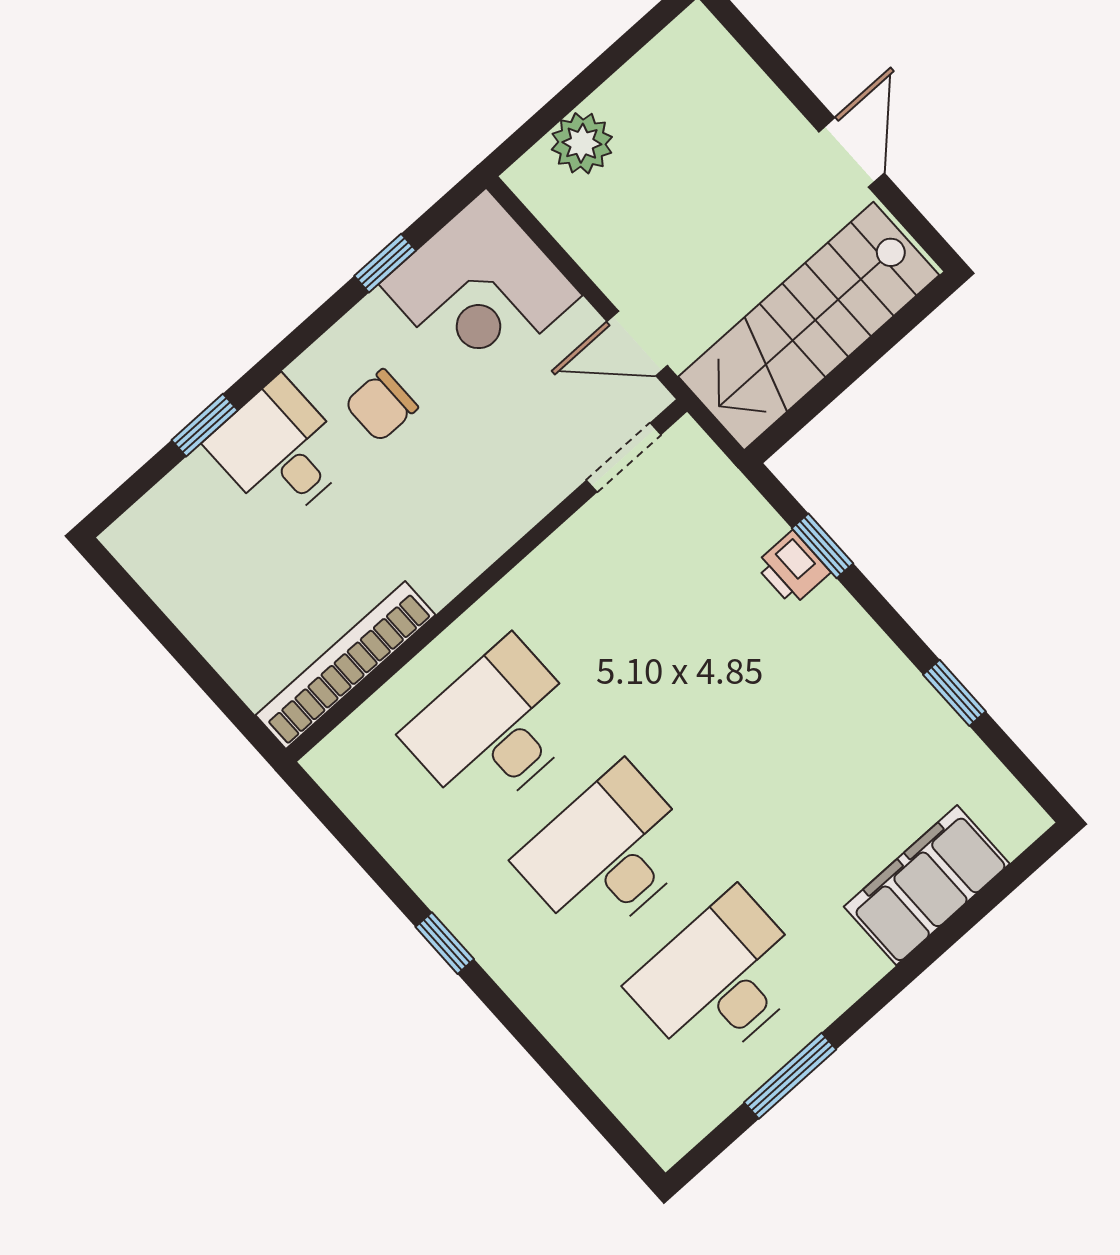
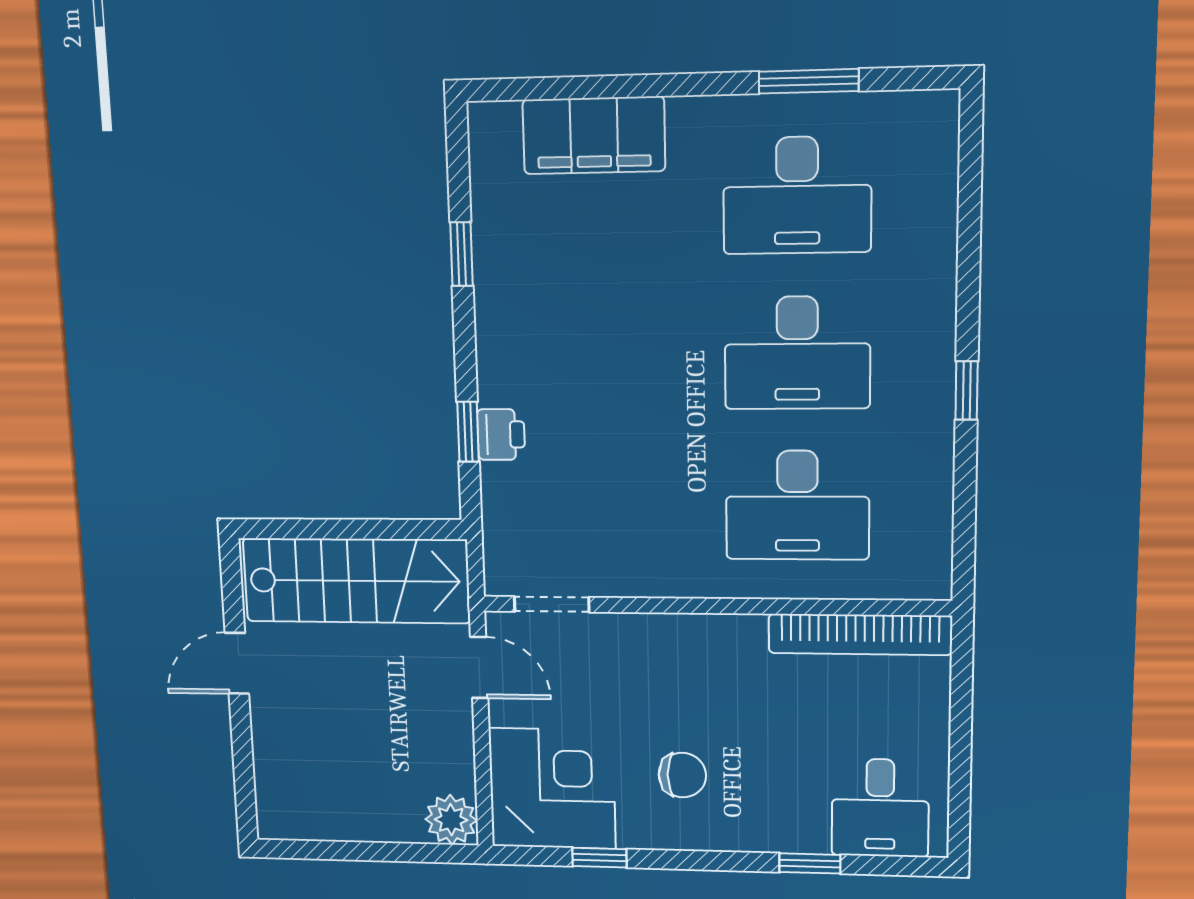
plant: (582, 143) -> (451, 820), moved
desk: (280, 451) -> (880, 808), moved

